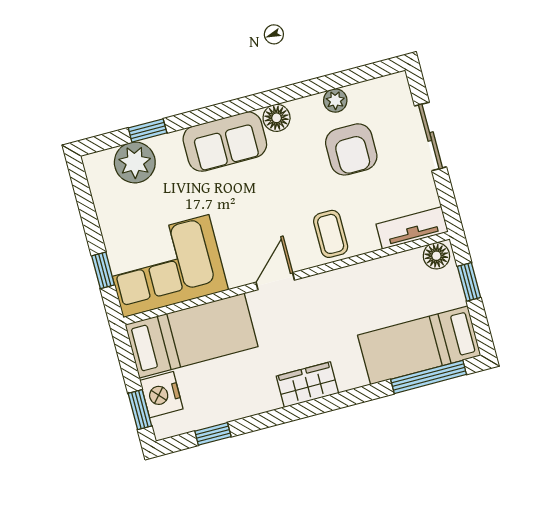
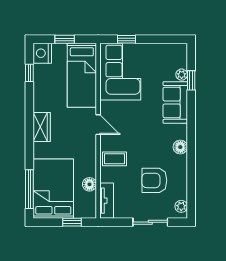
plant: (335, 100) -> (181, 206), moved
sofa: (225, 142) -> (175, 102), moved
plant: (135, 162) -> (182, 75), width x0.53, depth x0.53
floor lamp: (436, 256) -> (89, 184), moved
bed: (419, 345) -> (53, 189), width x1.50
nightstand: (161, 395) -> (42, 53), moved, turned -90
window: (140, 410) -> (65, 39), moved

